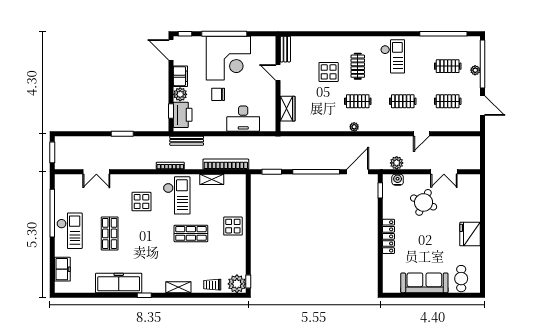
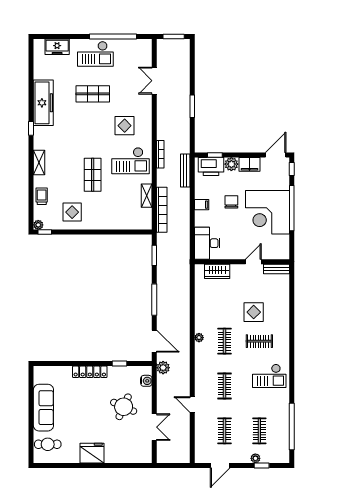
window: (482, 64) -> (262, 465), width x0.32
desk: (243, 119) -> (207, 243), moved
filing cabinet: (221, 124) -> (202, 205), added
plant: (397, 163) -> (163, 368), moved
window: (316, 172) -> (154, 300), width x0.68
double door: (444, 172) -> (154, 427), swing flipped
window: (380, 190) -> (120, 364), moved
display table: (233, 226) -> (72, 212), moved
plant: (237, 284) -> (38, 225), width x0.53, depth x0.53

